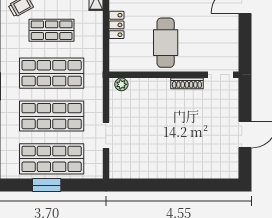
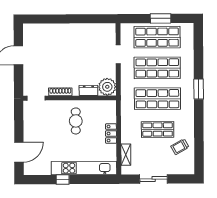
cafe table: (166, 43) -> (76, 121), width x0.73, depth x0.74
plant: (121, 84) -> (107, 87), width x1.88, depth x1.88
dresser: (148, 85) -> (88, 90), added

